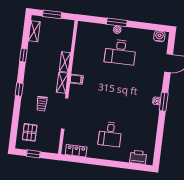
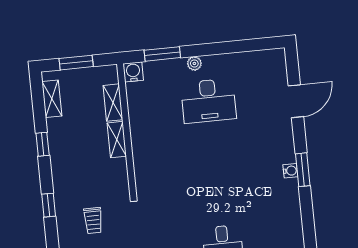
window: (117, 22) -> (162, 54), moved
water cooler: (159, 36) -> (133, 72), moved
filing cabinet: (77, 79) -> (144, 165), removed
shelving: (62, 83) -> (113, 103), moved

